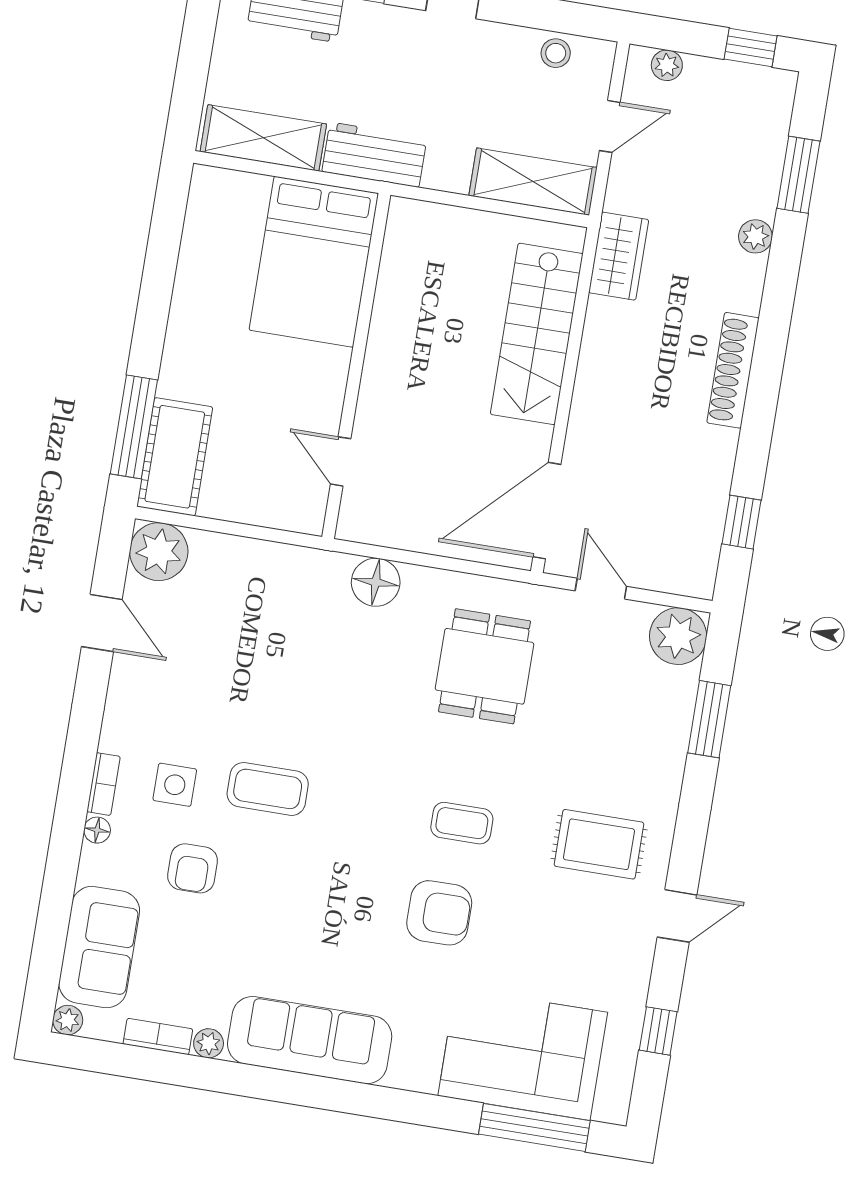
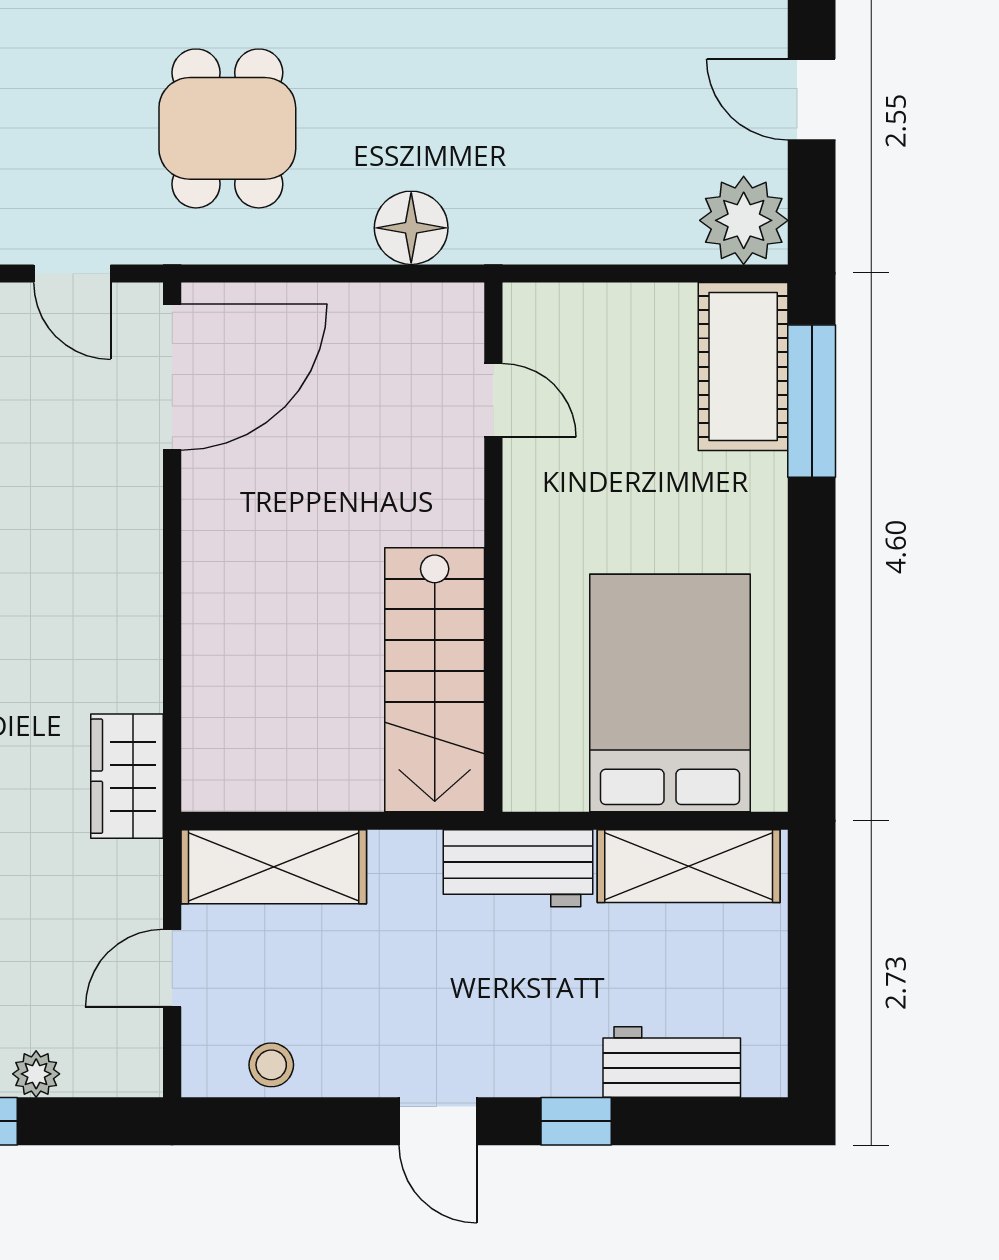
plant: (667, 65) -> (36, 1074), moved
bed: (314, 262) -> (670, 693), moved
stairs: (537, 334) -> (435, 680), moved, turned 180

